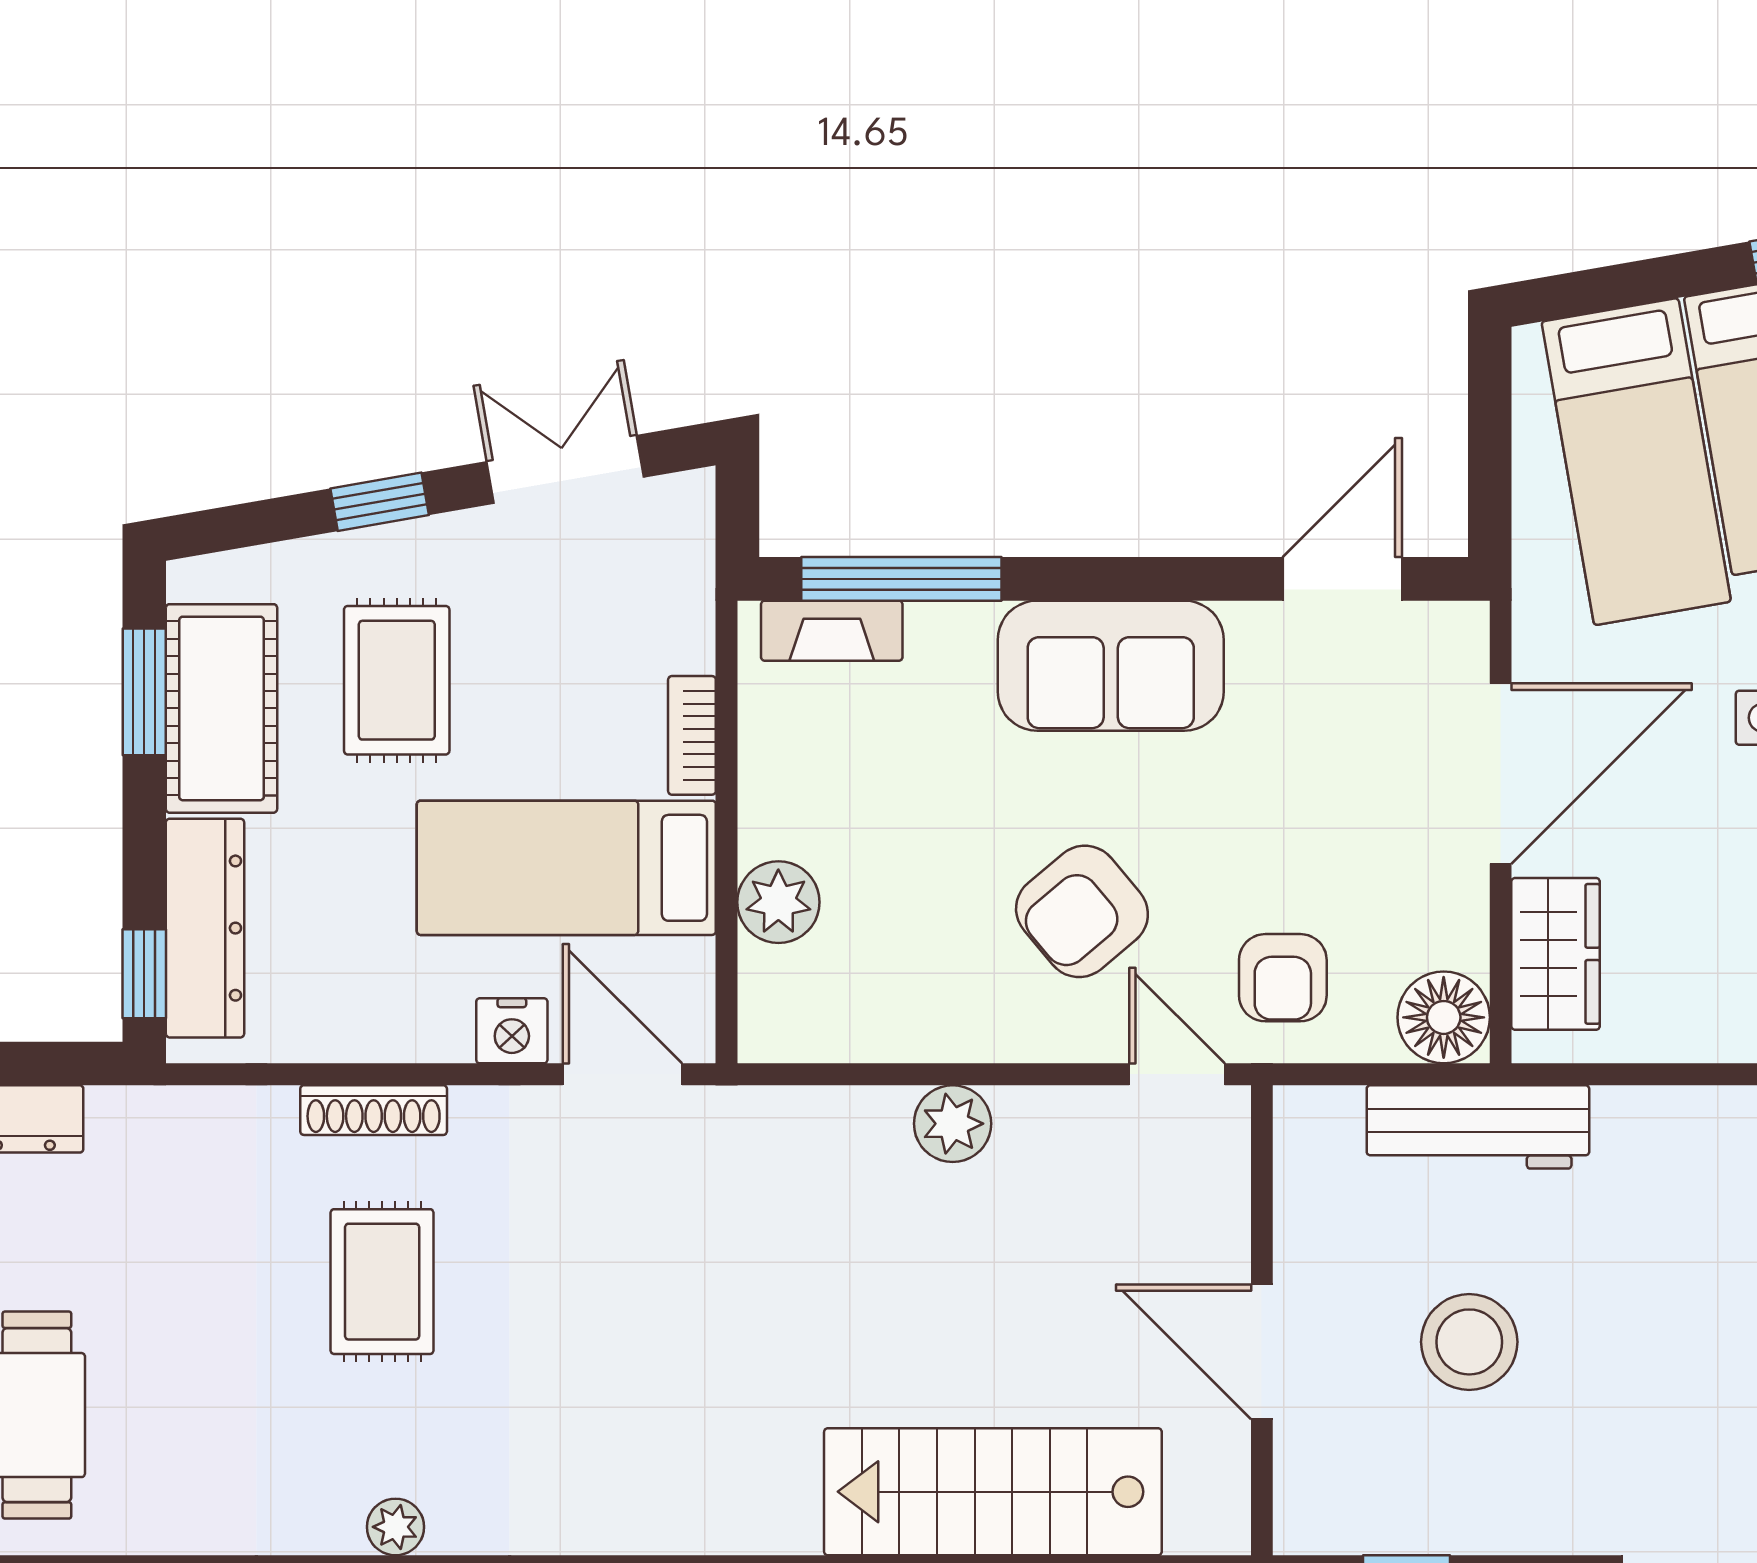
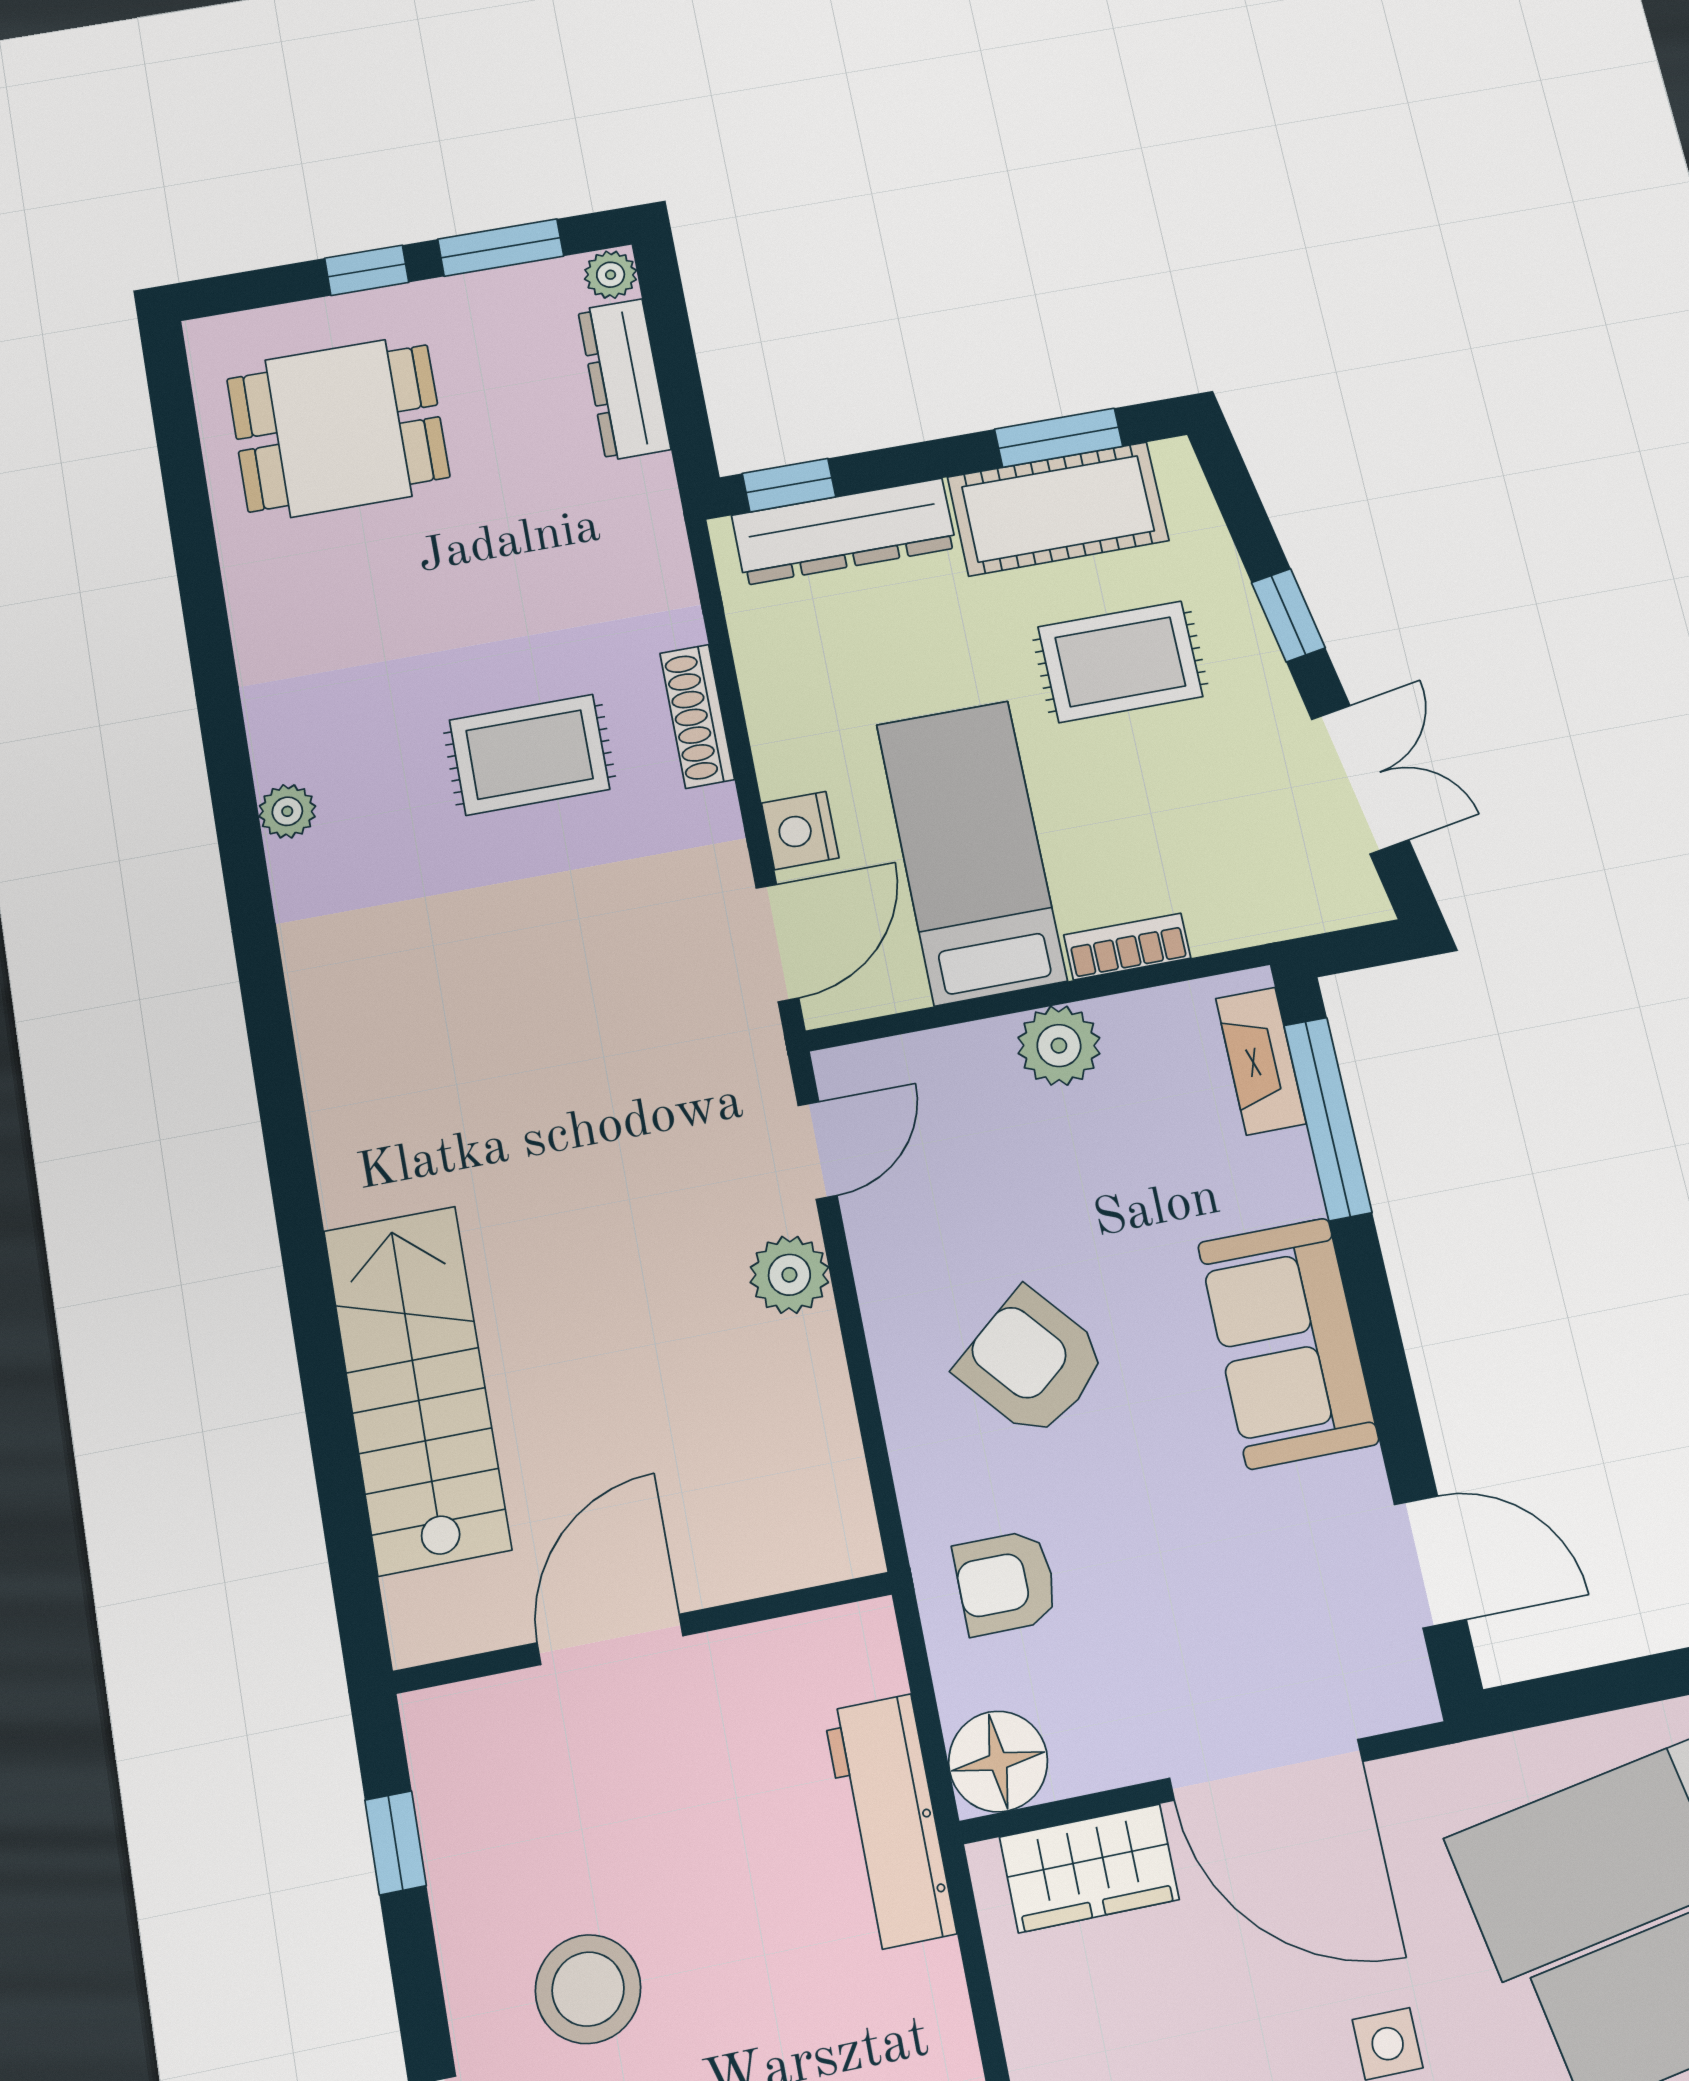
plant: (778, 902) -> (1059, 1046), moved
door: (1177, 1074) -> (818, 1150), moved
stool: (1469, 1342) -> (588, 1989), moved

